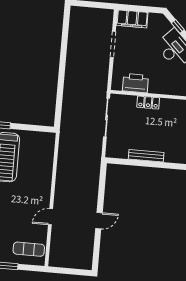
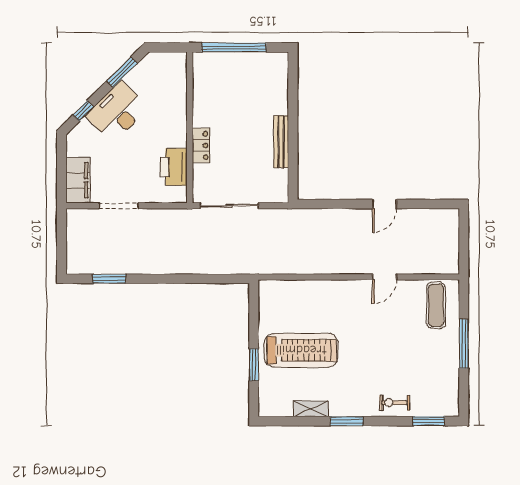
window: (65, 34) -> (109, 279), added
door: (51, 217) -> (385, 277), hinge flipped
door: (99, 221) -> (384, 204), swing flipped

